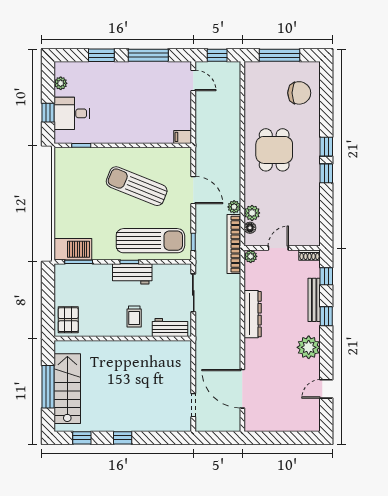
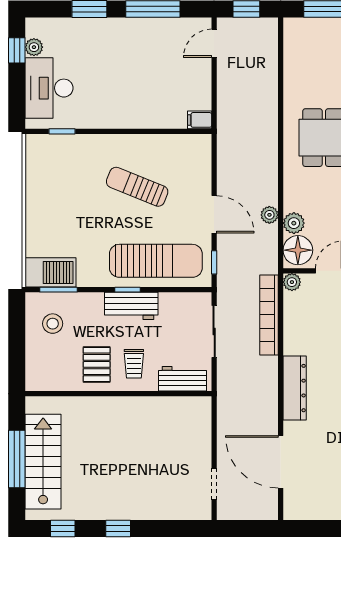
door: (193, 80) -> (214, 43), swing flipped
window: (48, 113) -> (17, 50), moved
desk: (72, 113) -> (49, 88), width x1.37
sun lounger: (137, 186) -> (137, 187), width x0.73, depth x0.75
door: (193, 190) -> (214, 214), moved
floor lamp: (250, 228) -> (298, 250), width x1.89, depth x1.89
bookcase: (234, 244) -> (269, 315), moved
stool: (74, 287) -> (53, 324), added
dresser: (253, 314) -> (295, 388), moved
pallet: (68, 320) -> (97, 364), moved

